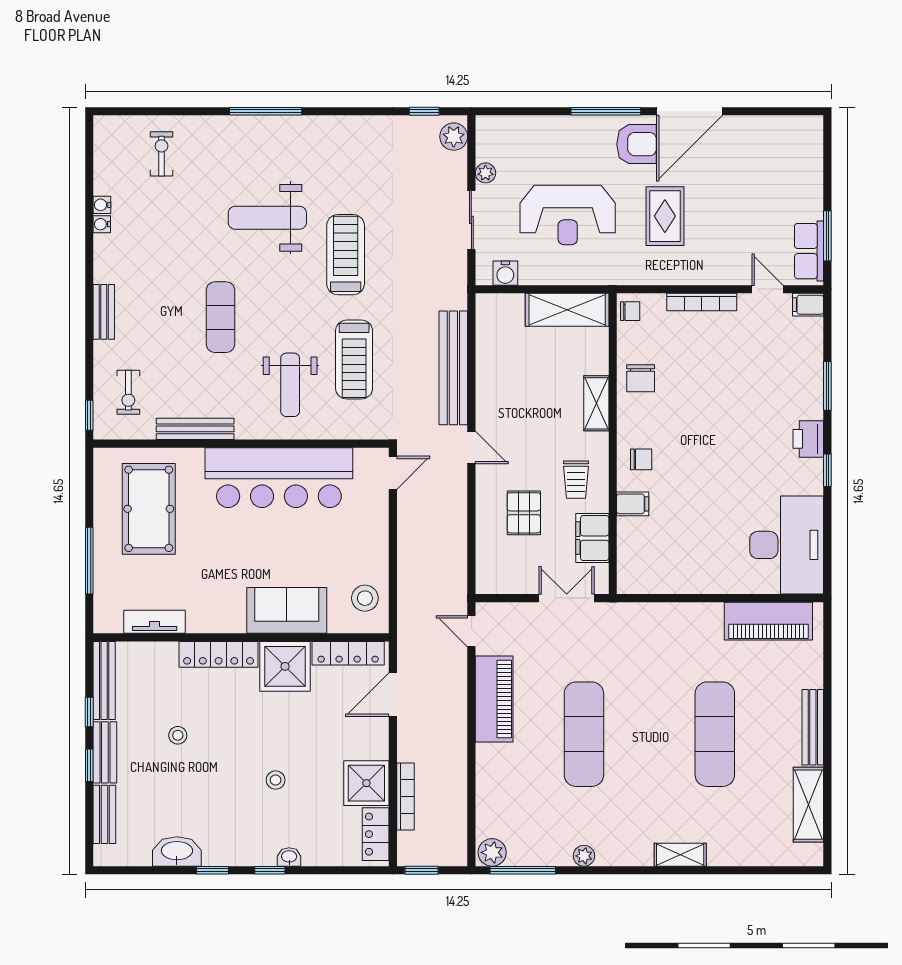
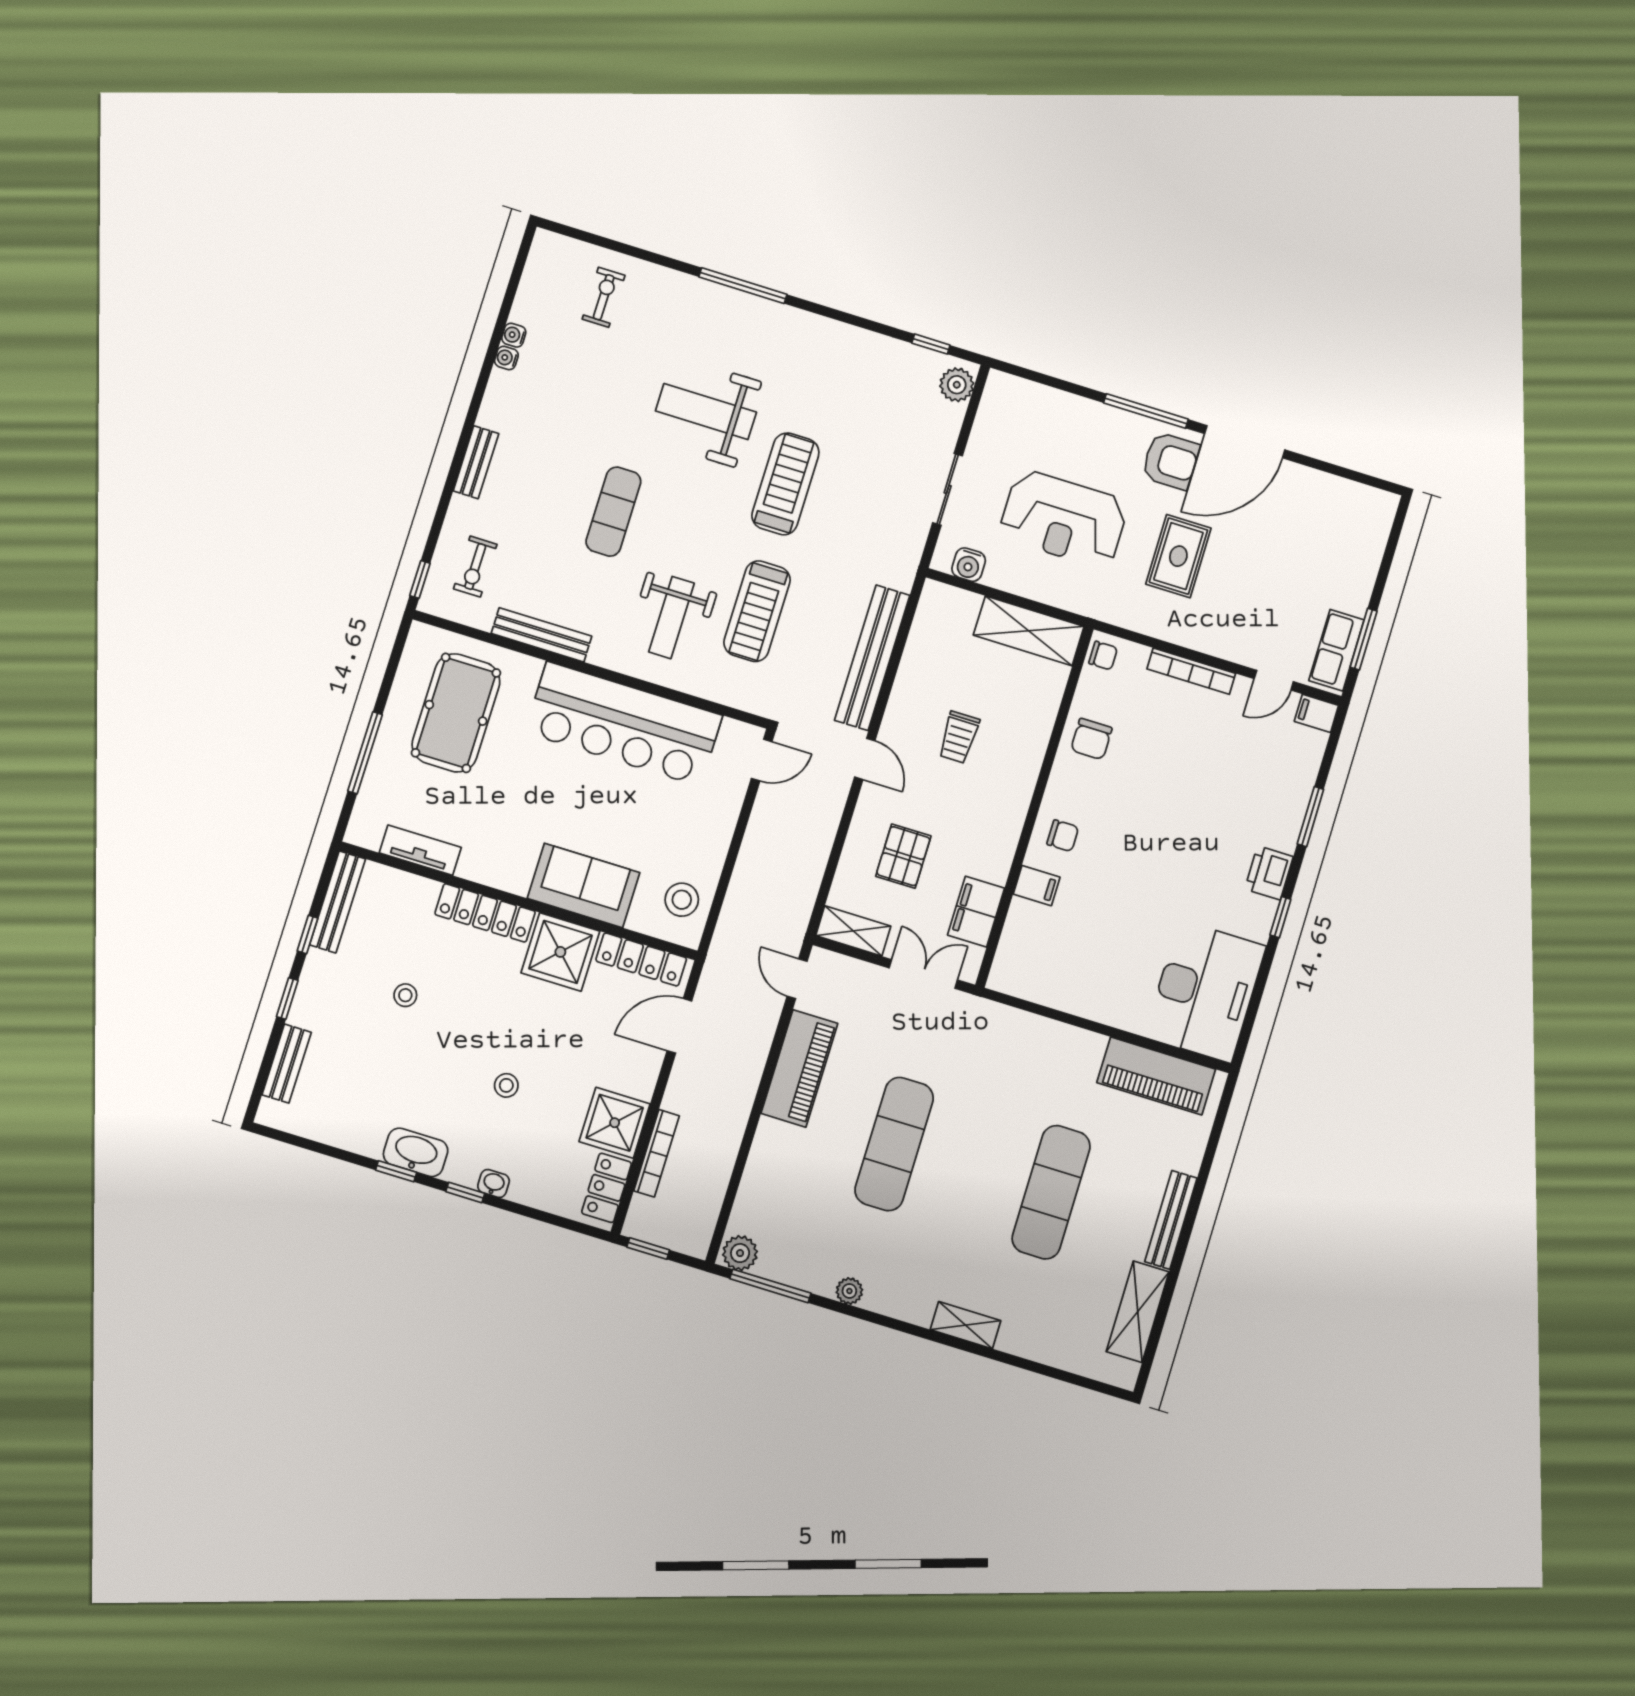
plant: (485, 173) -> (981, 439), removed
door: (768, 289) -> (1274, 680), swing flipped
shelving: (596, 403) -> (853, 931), moved, turned 90
trolley: (576, 480) -> (959, 737), moved
bench: (105, 752) -> (311, 989), removed
washbasin: (177, 852) -> (416, 1152), moved

